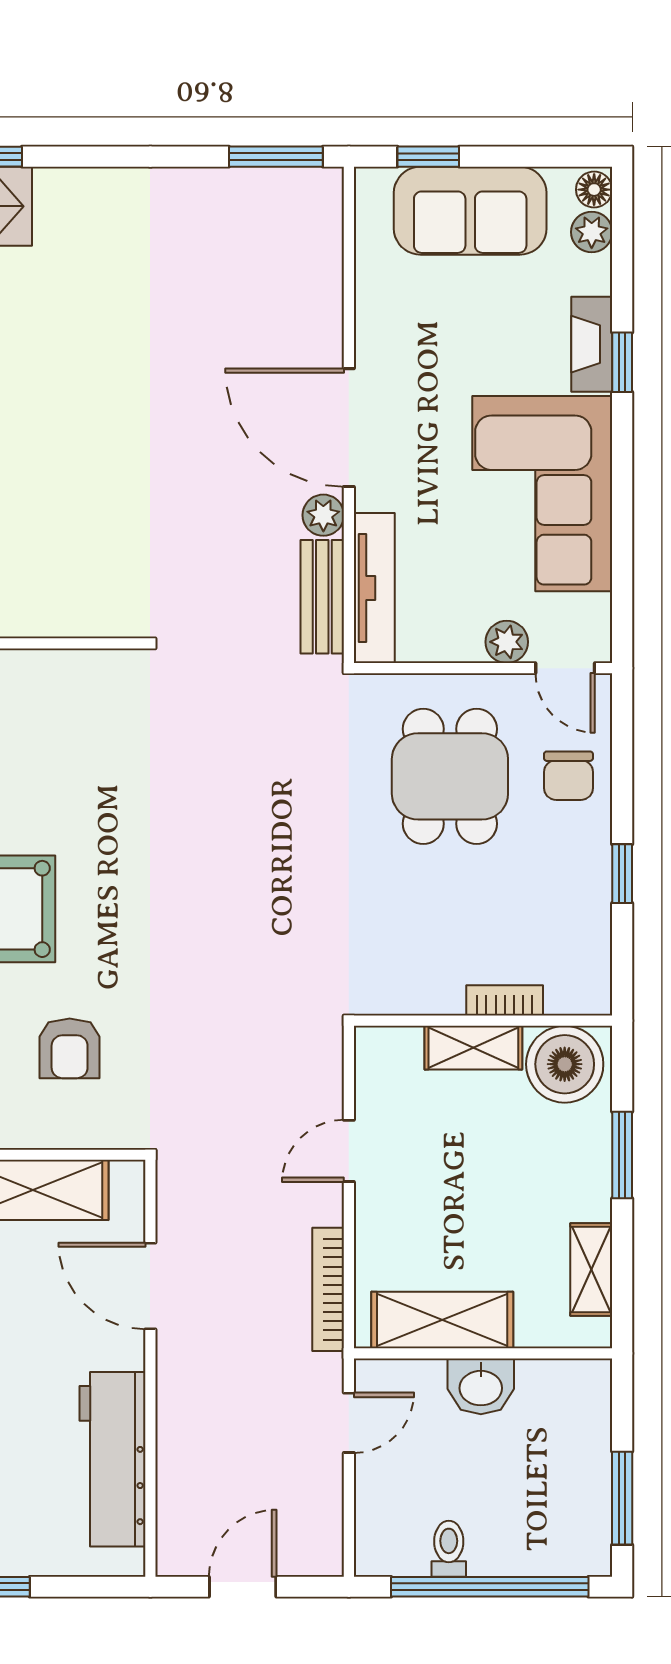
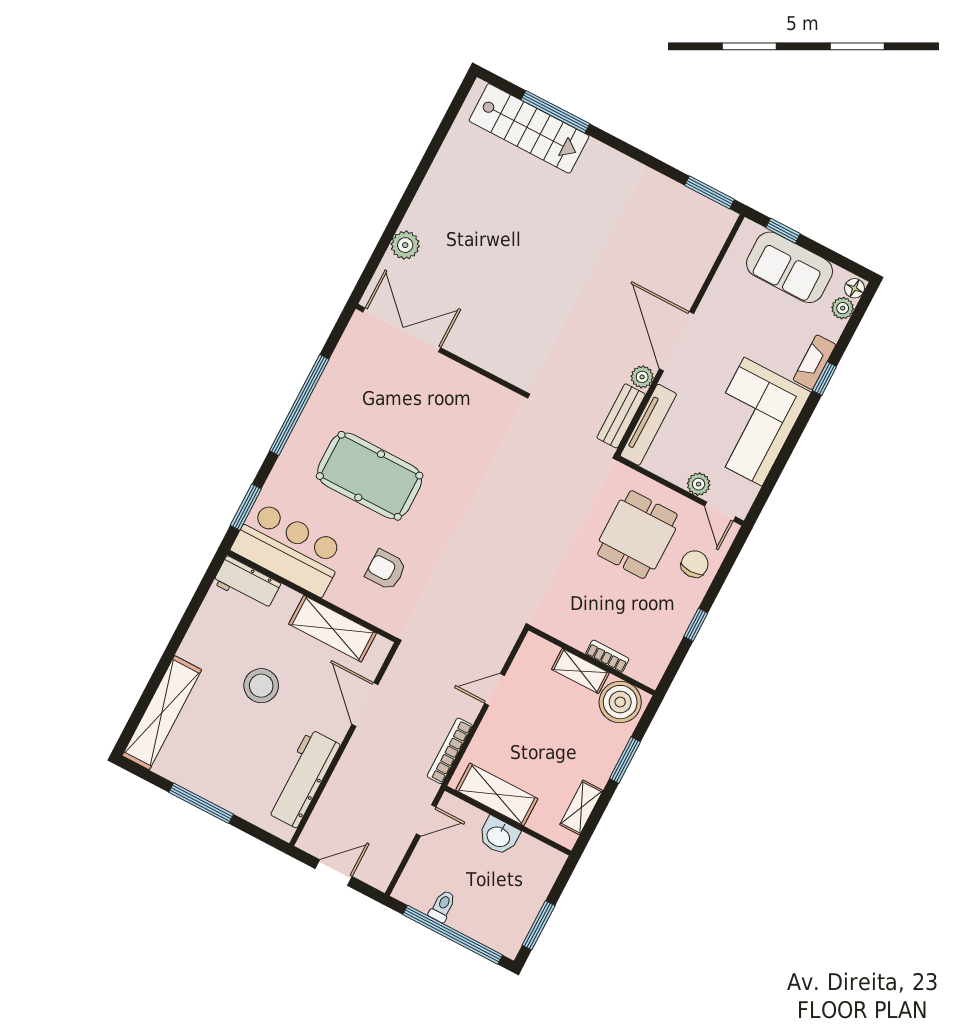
chair: (568, 776) -> (695, 564), turned 180
armchair: (70, 1048) -> (386, 570), turned 90

